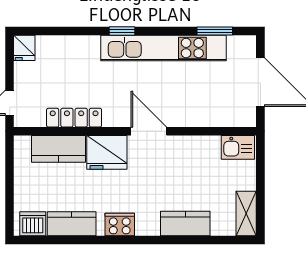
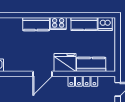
door: (149, 131) -> (42, 74), hinge flipped
kitchen counter: (185, 223) -> (36, 24), moved

